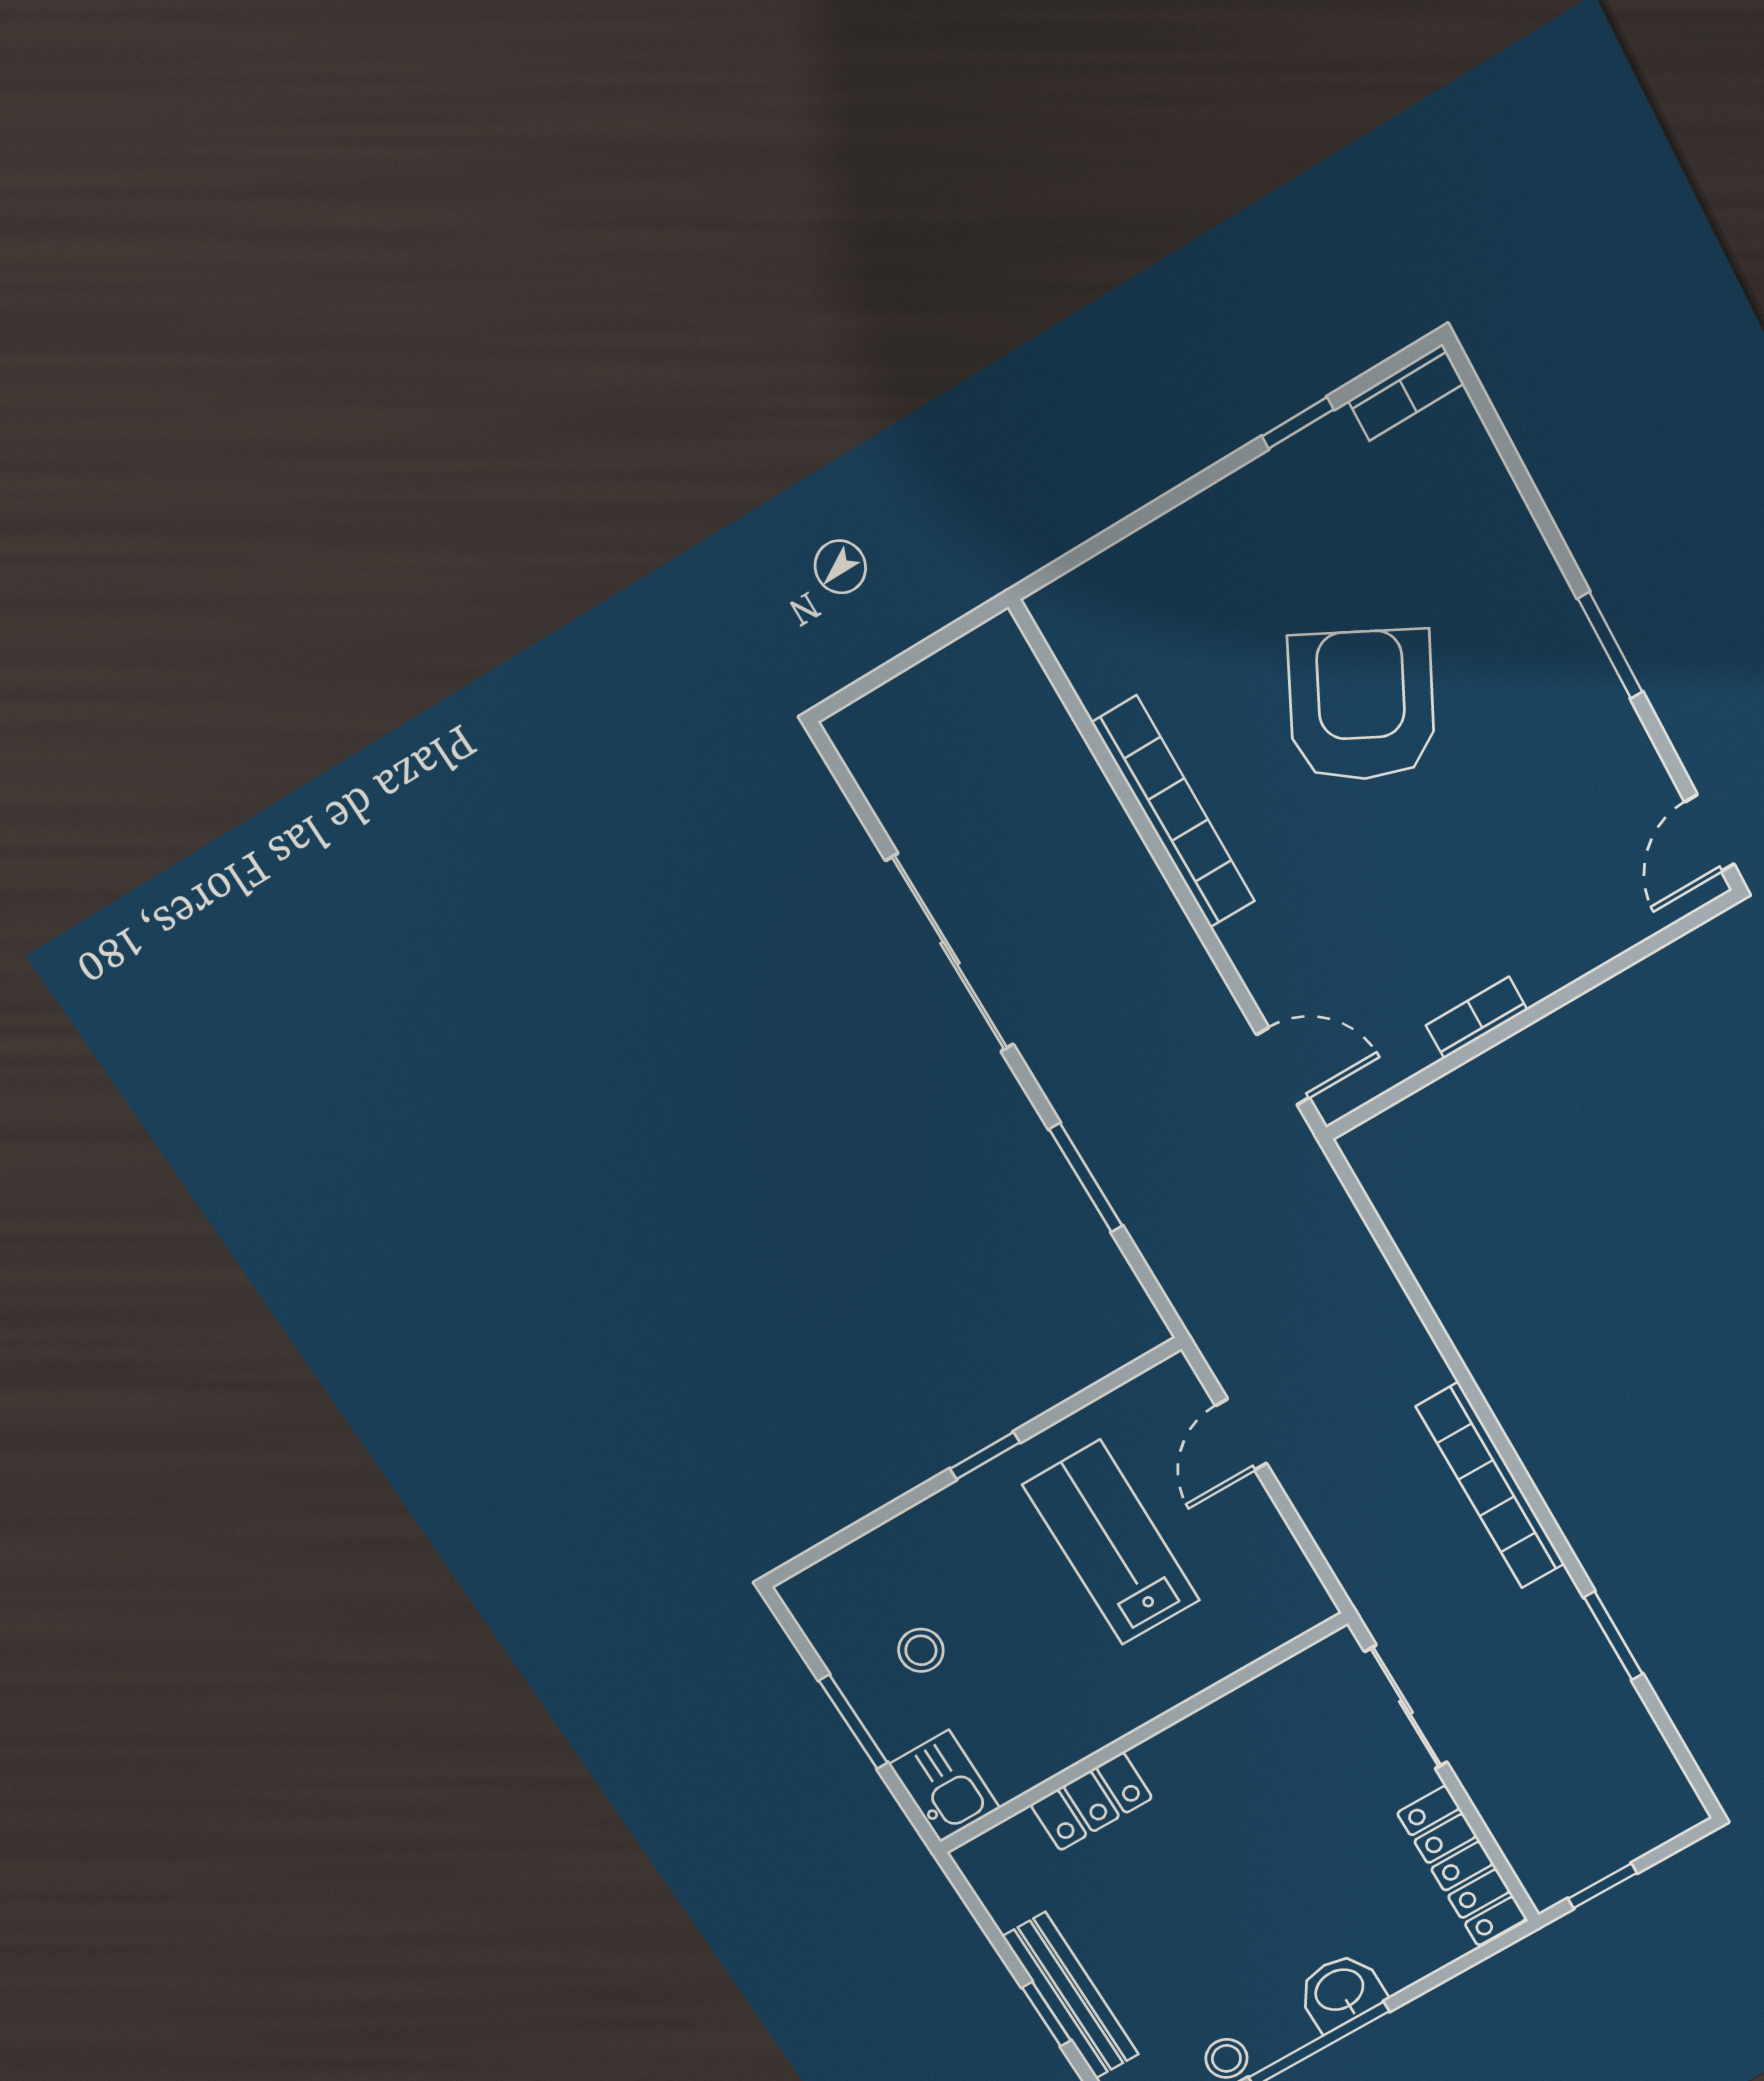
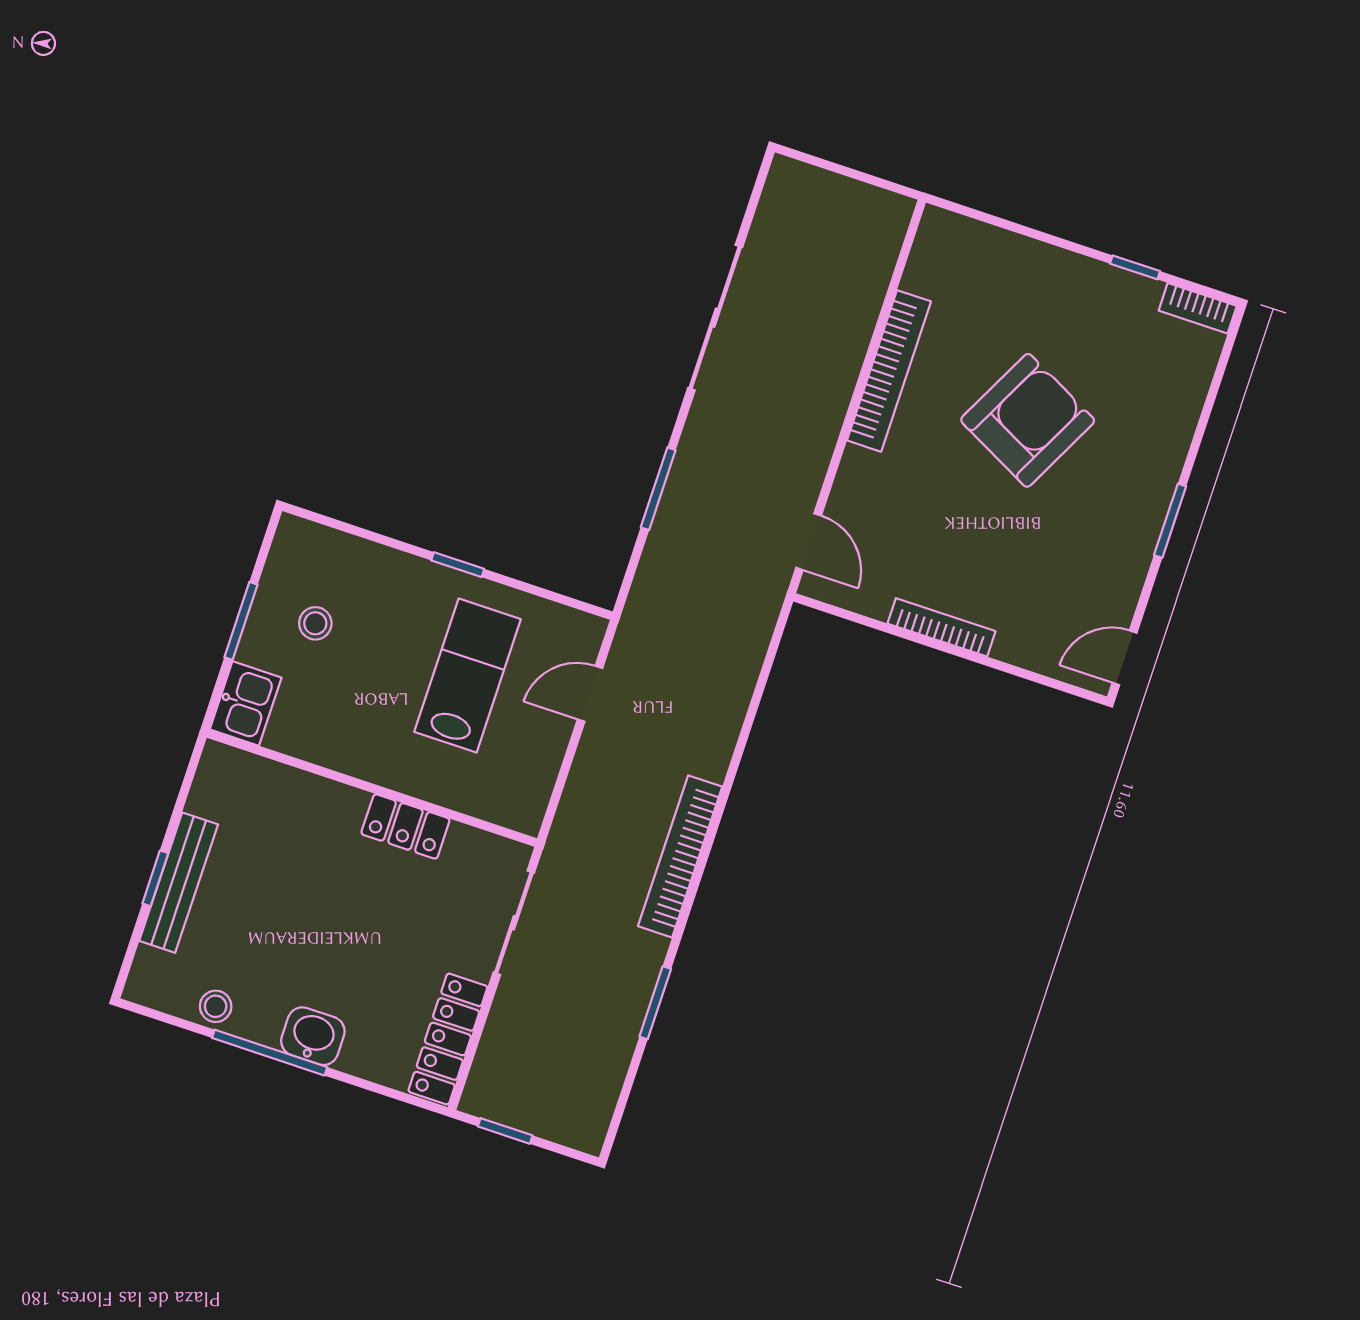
bookcase: (1477, 1018) -> (941, 627), width x1.56
locker: (1091, 1801) -> (405, 826), moved

